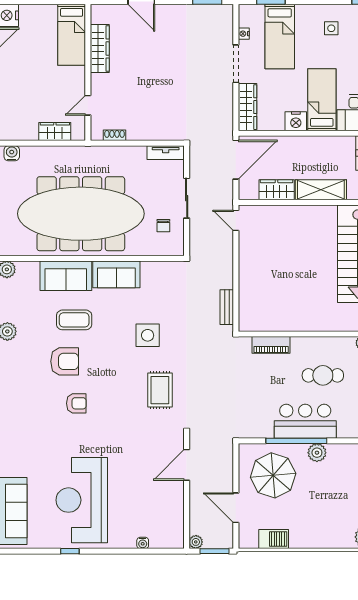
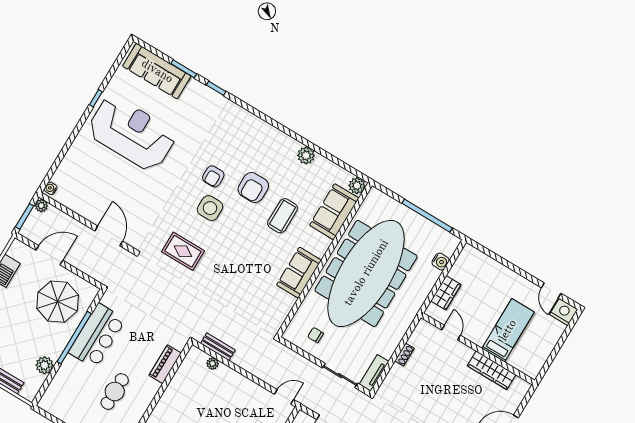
bed: (72, 35) -> (508, 330), moved, turned 90
shoe rack: (114, 135) -> (404, 354), moved
water cooler: (12, 153) -> (441, 261), moved
sliding door: (187, 198) -> (340, 376), moved
sofa: (66, 276) -> (334, 212), moved
plant: (245, 303) -> (212, 363), added
side table: (148, 335) -> (210, 208), moved
bar counter: (305, 421) -> (97, 336), moved
plant: (317, 453) -> (44, 365), moved
water cooler: (143, 543) -> (51, 188), moved

